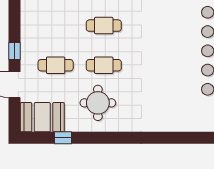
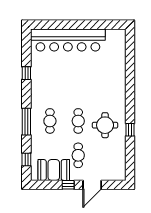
booth: (42, 117) -> (54, 170), moved, turned 90
window: (63, 138) -> (130, 130), moved

